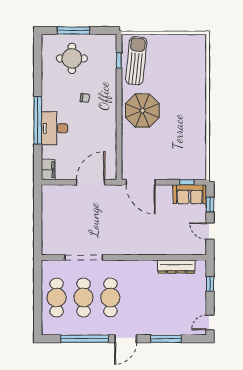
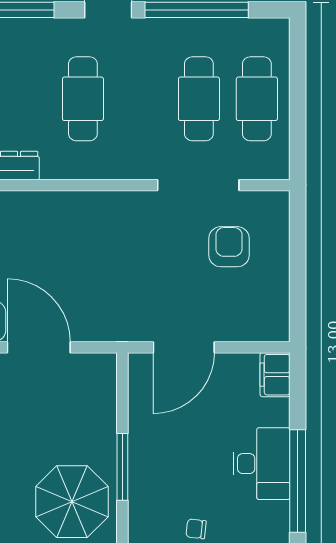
window: (119, 127) -> (122, 467), added
door: (141, 182) -> (39, 347), moved
armchair: (70, 229) -> (229, 247), added
cafe table: (110, 297) -> (83, 99), moved

